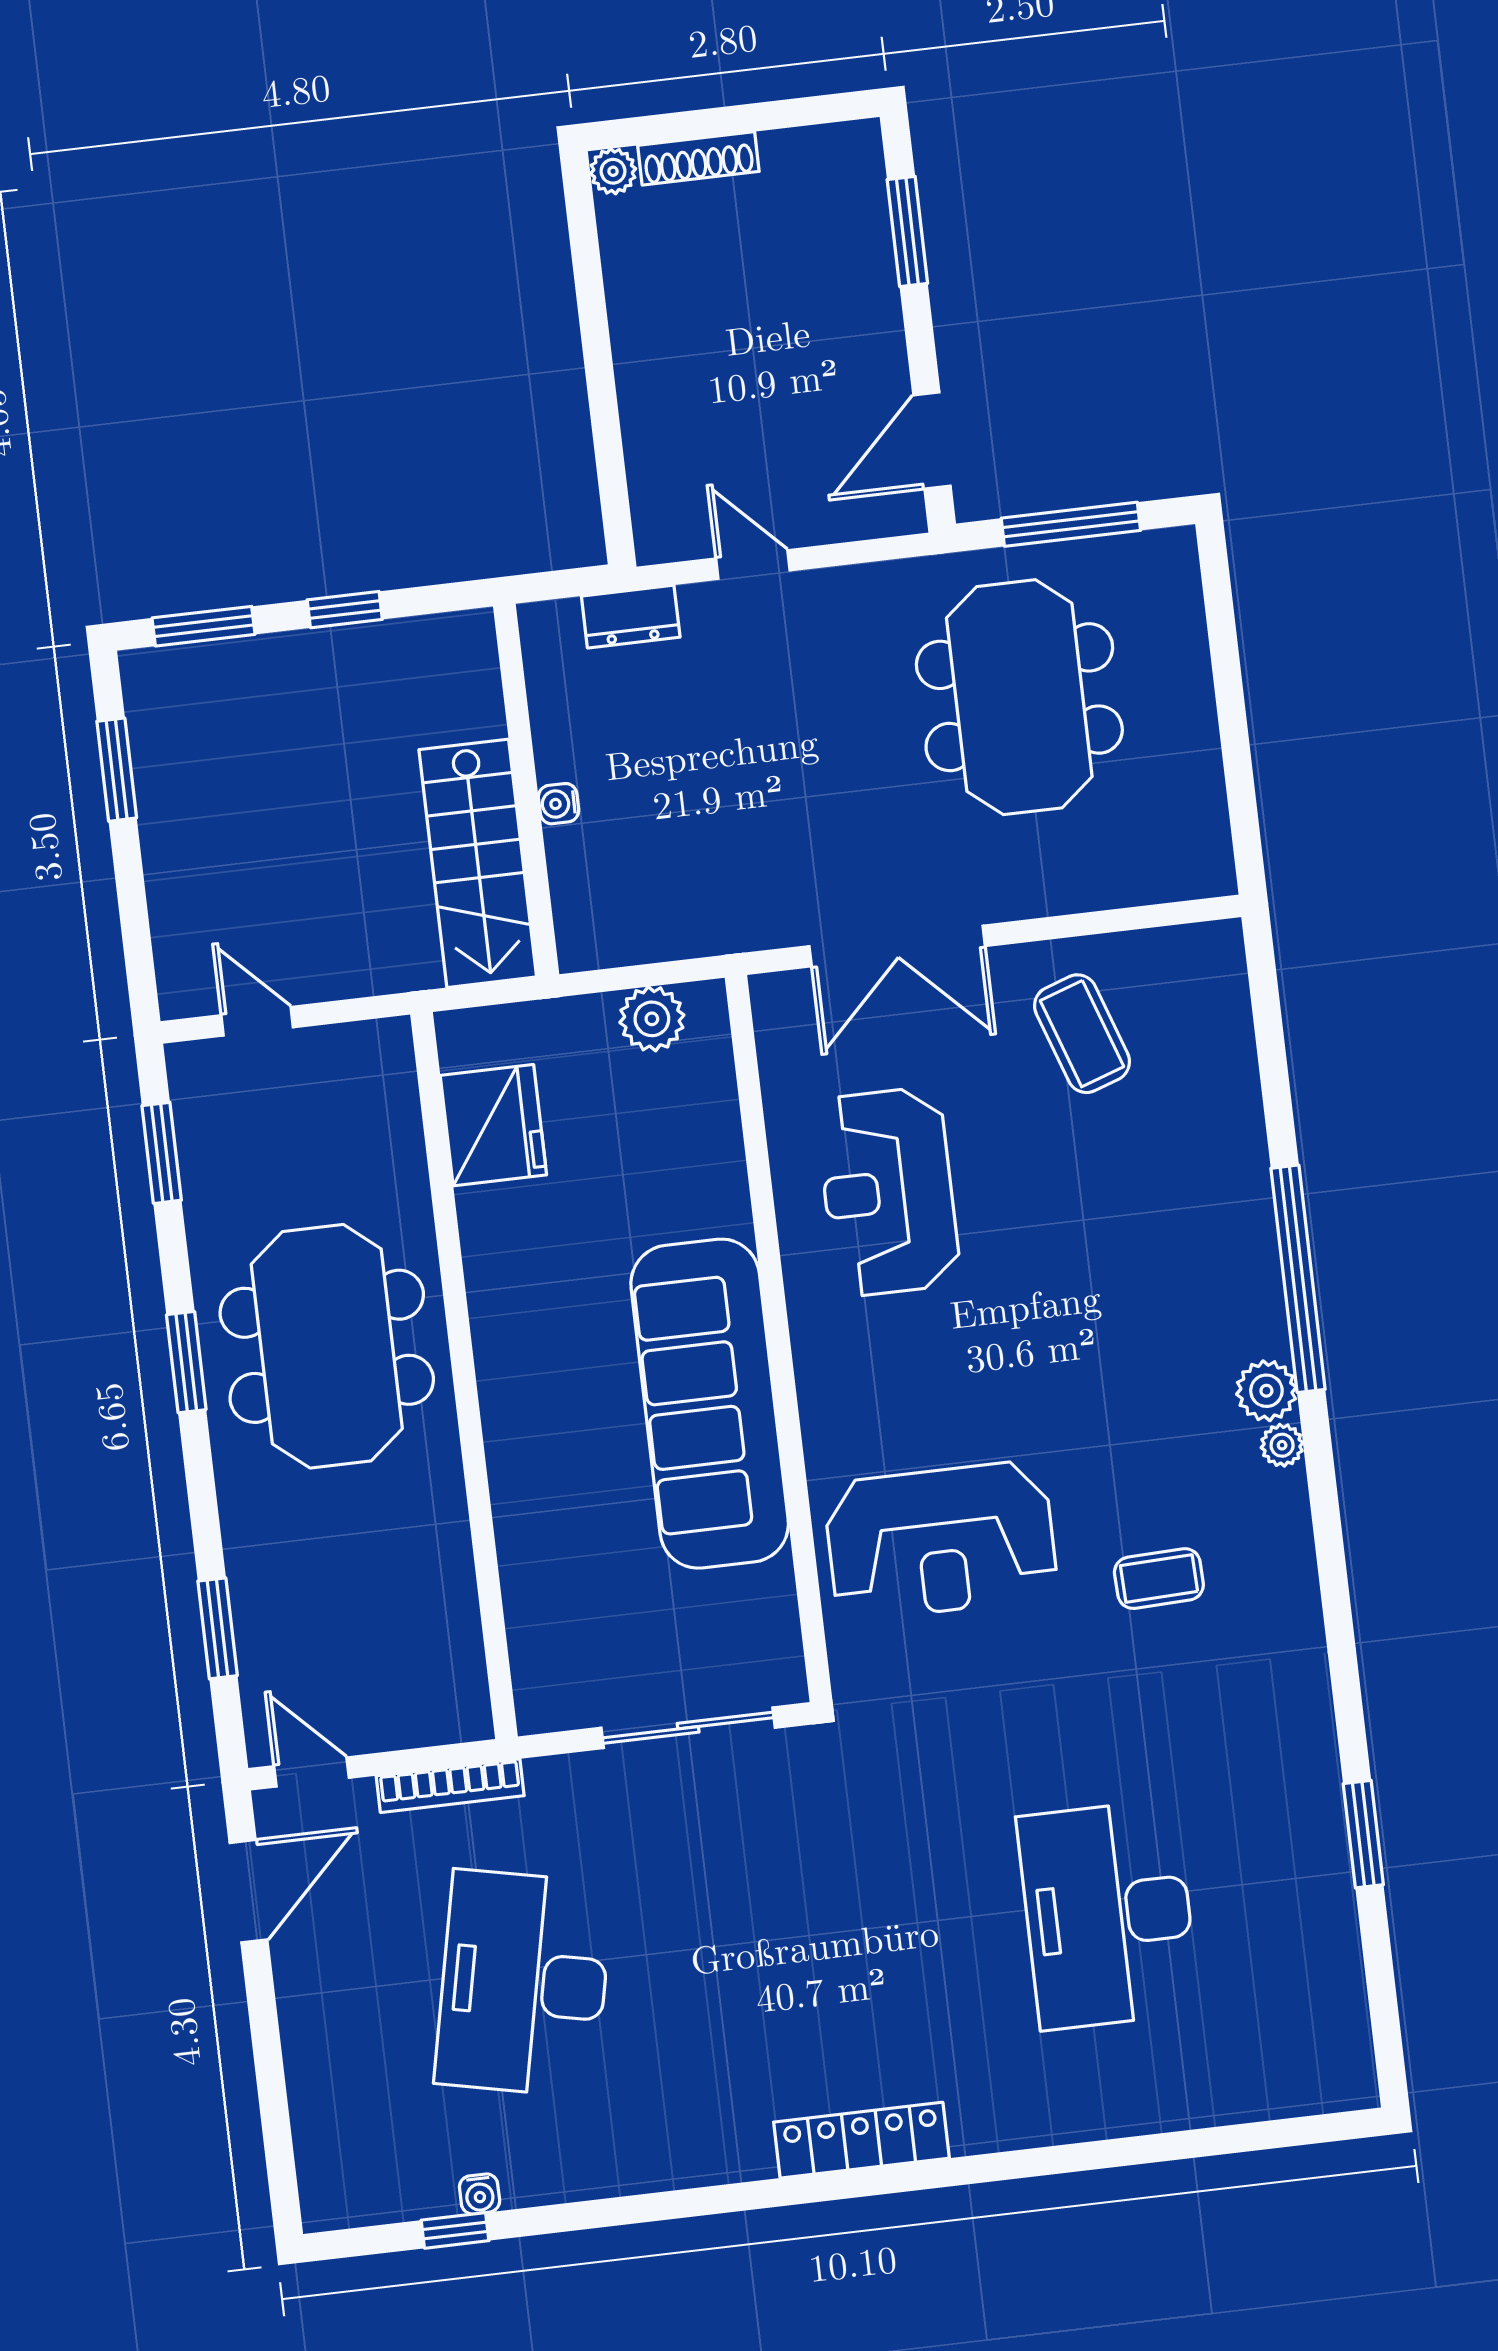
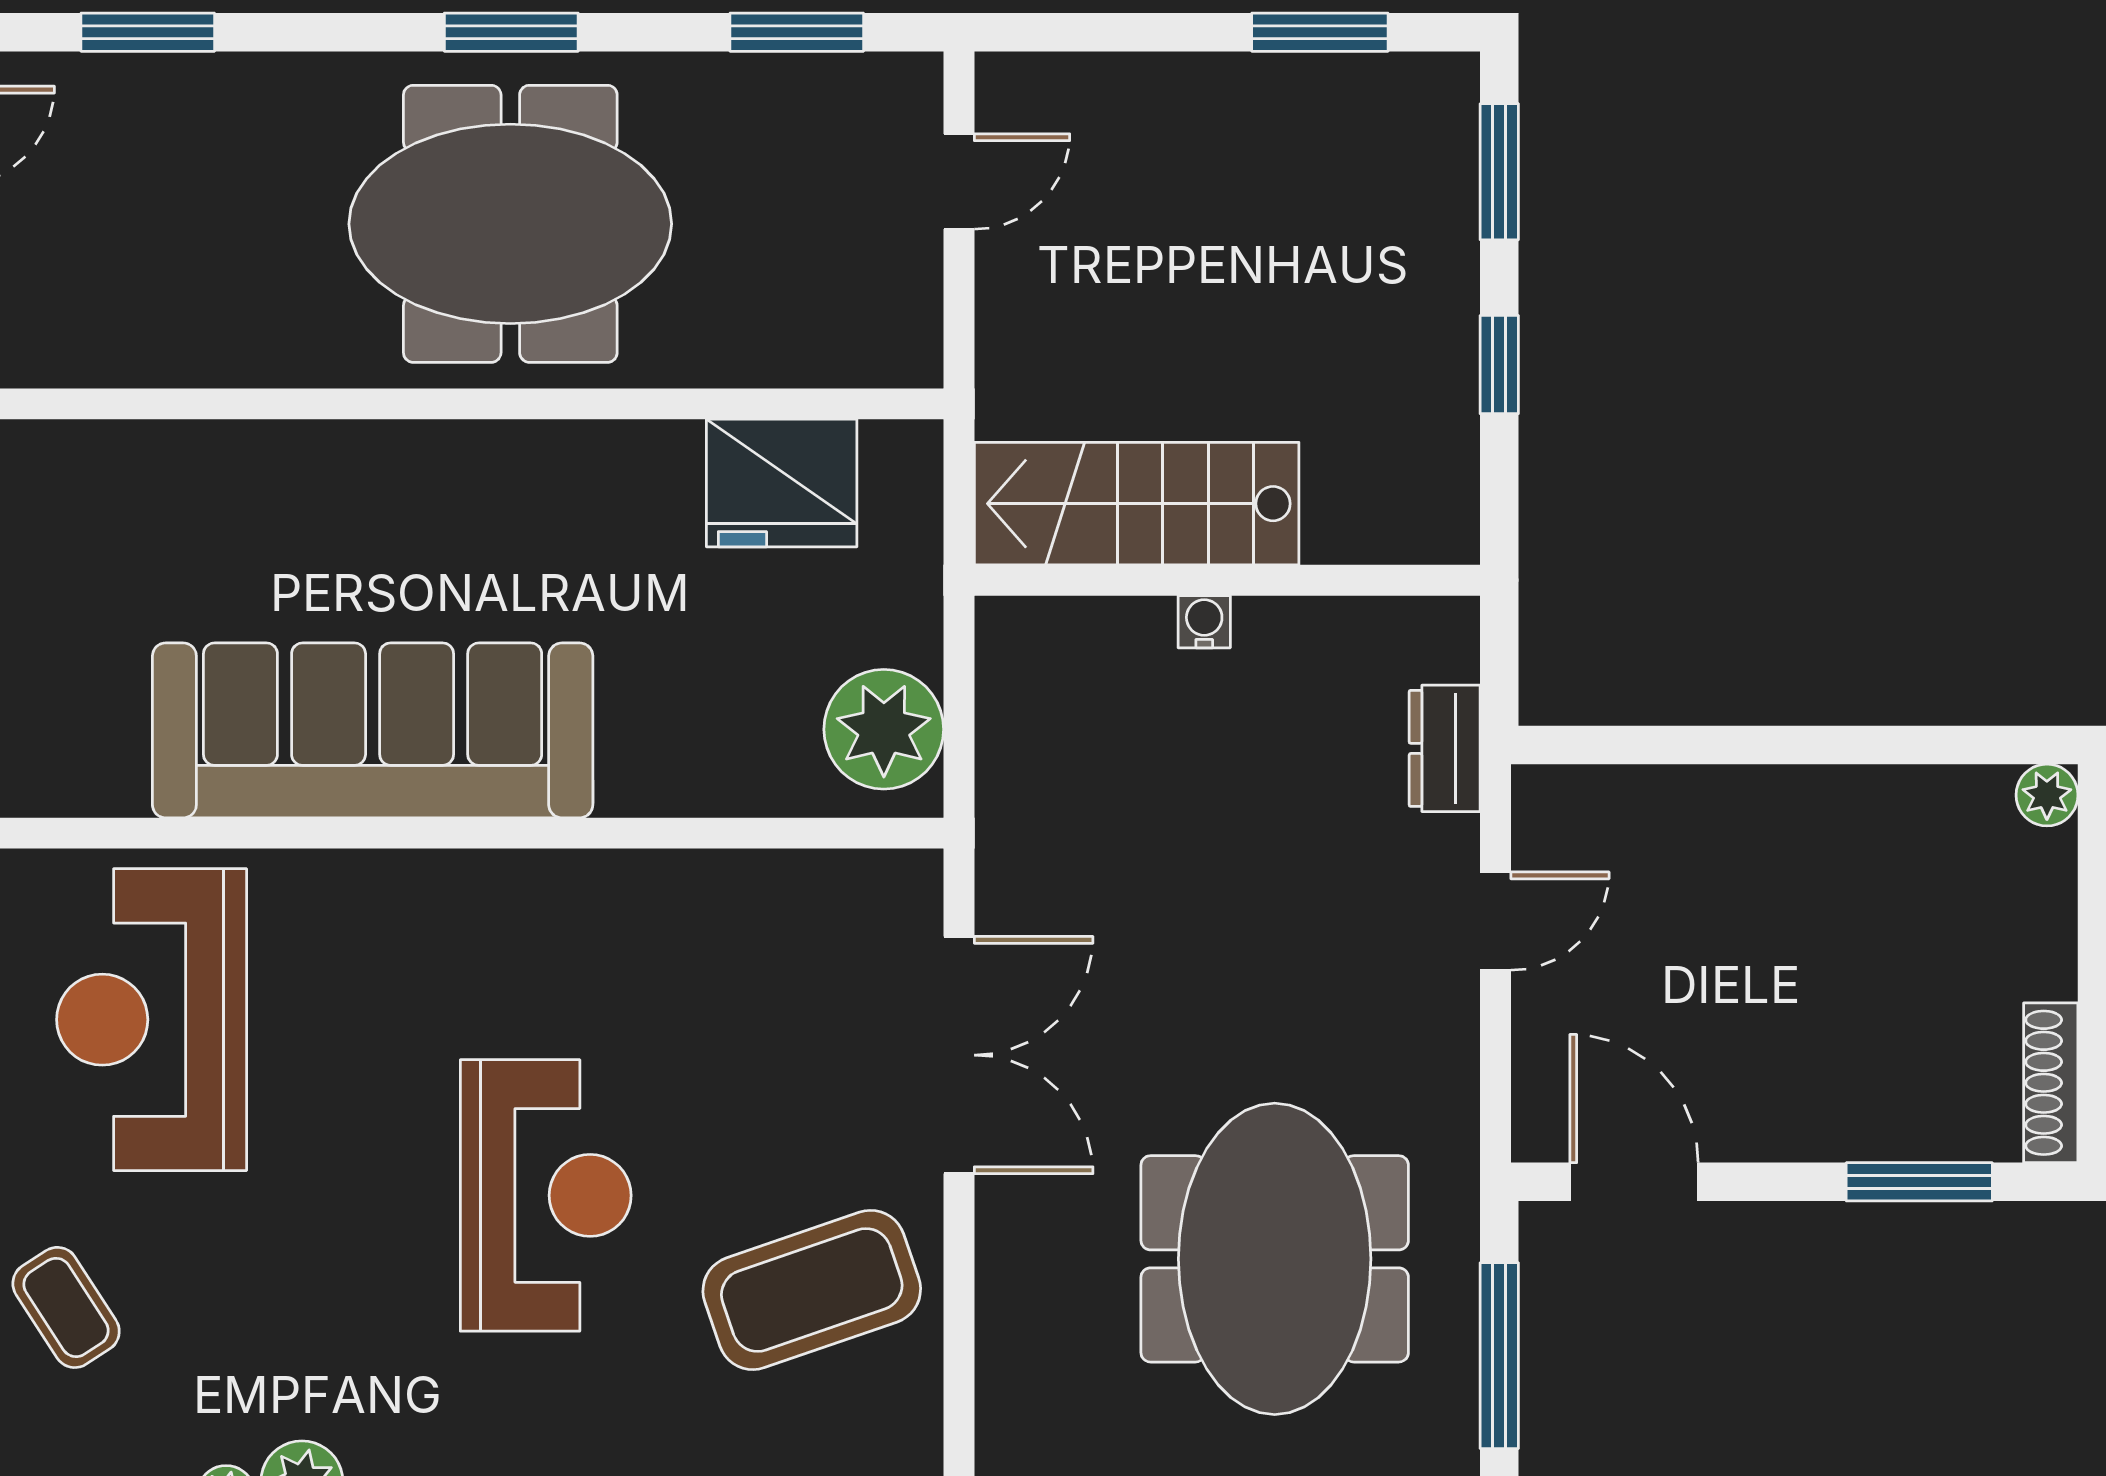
shoe rack: (698, 158) -> (2051, 1083), moved
meeting table: (1019, 697) -> (1275, 1259), turned 90
double door: (897, 946) -> (959, 1055), swing flipped
plant: (652, 1019) -> (884, 729), width x1.36, depth x1.36
coffee table: (1082, 1034) -> (812, 1290), width x1.36, depth x1.32
reception desk: (888, 1192) -> (546, 1195), moved, turned 90
coffee table: (1159, 1579) -> (66, 1307), turned -31

